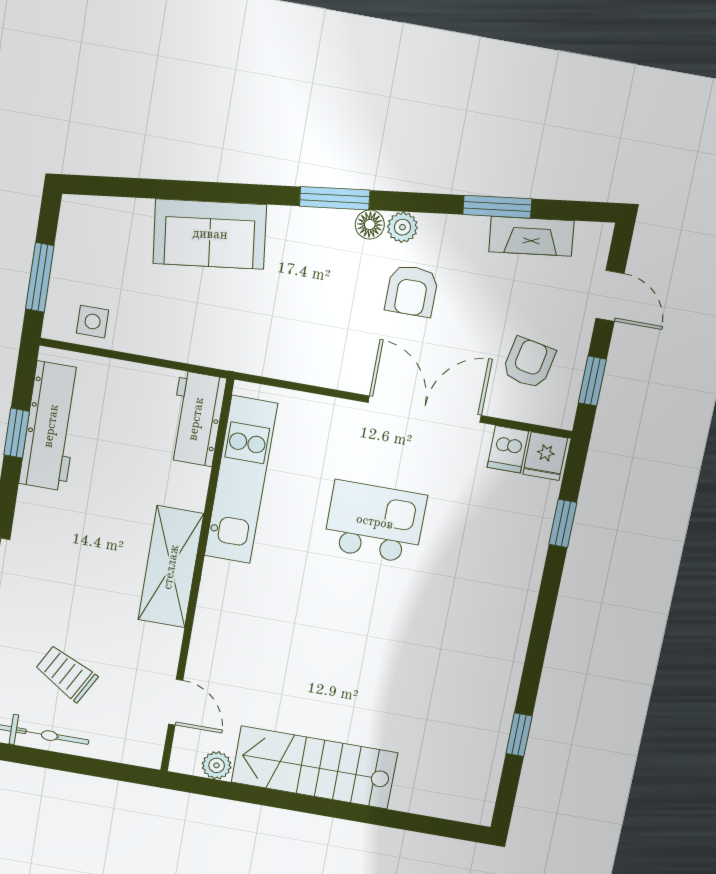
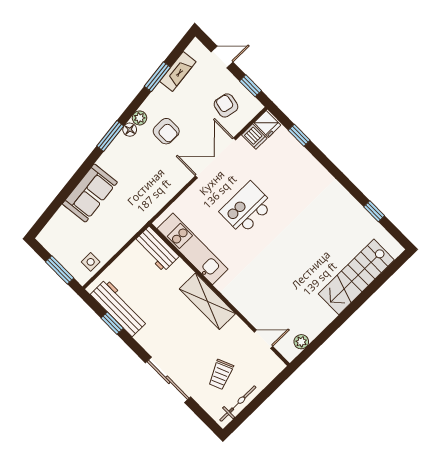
trolley: (66, 673) -> (221, 374), turned -52
stairs: (314, 767) -> (356, 277), moved

